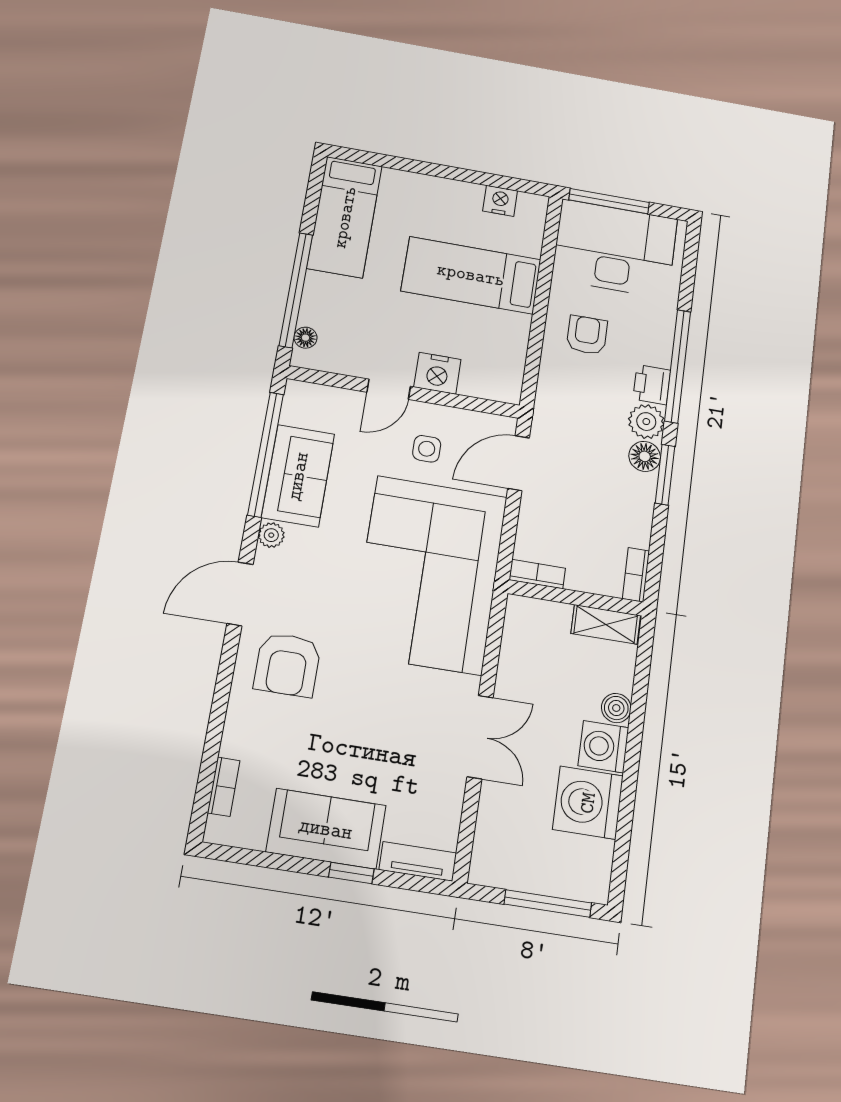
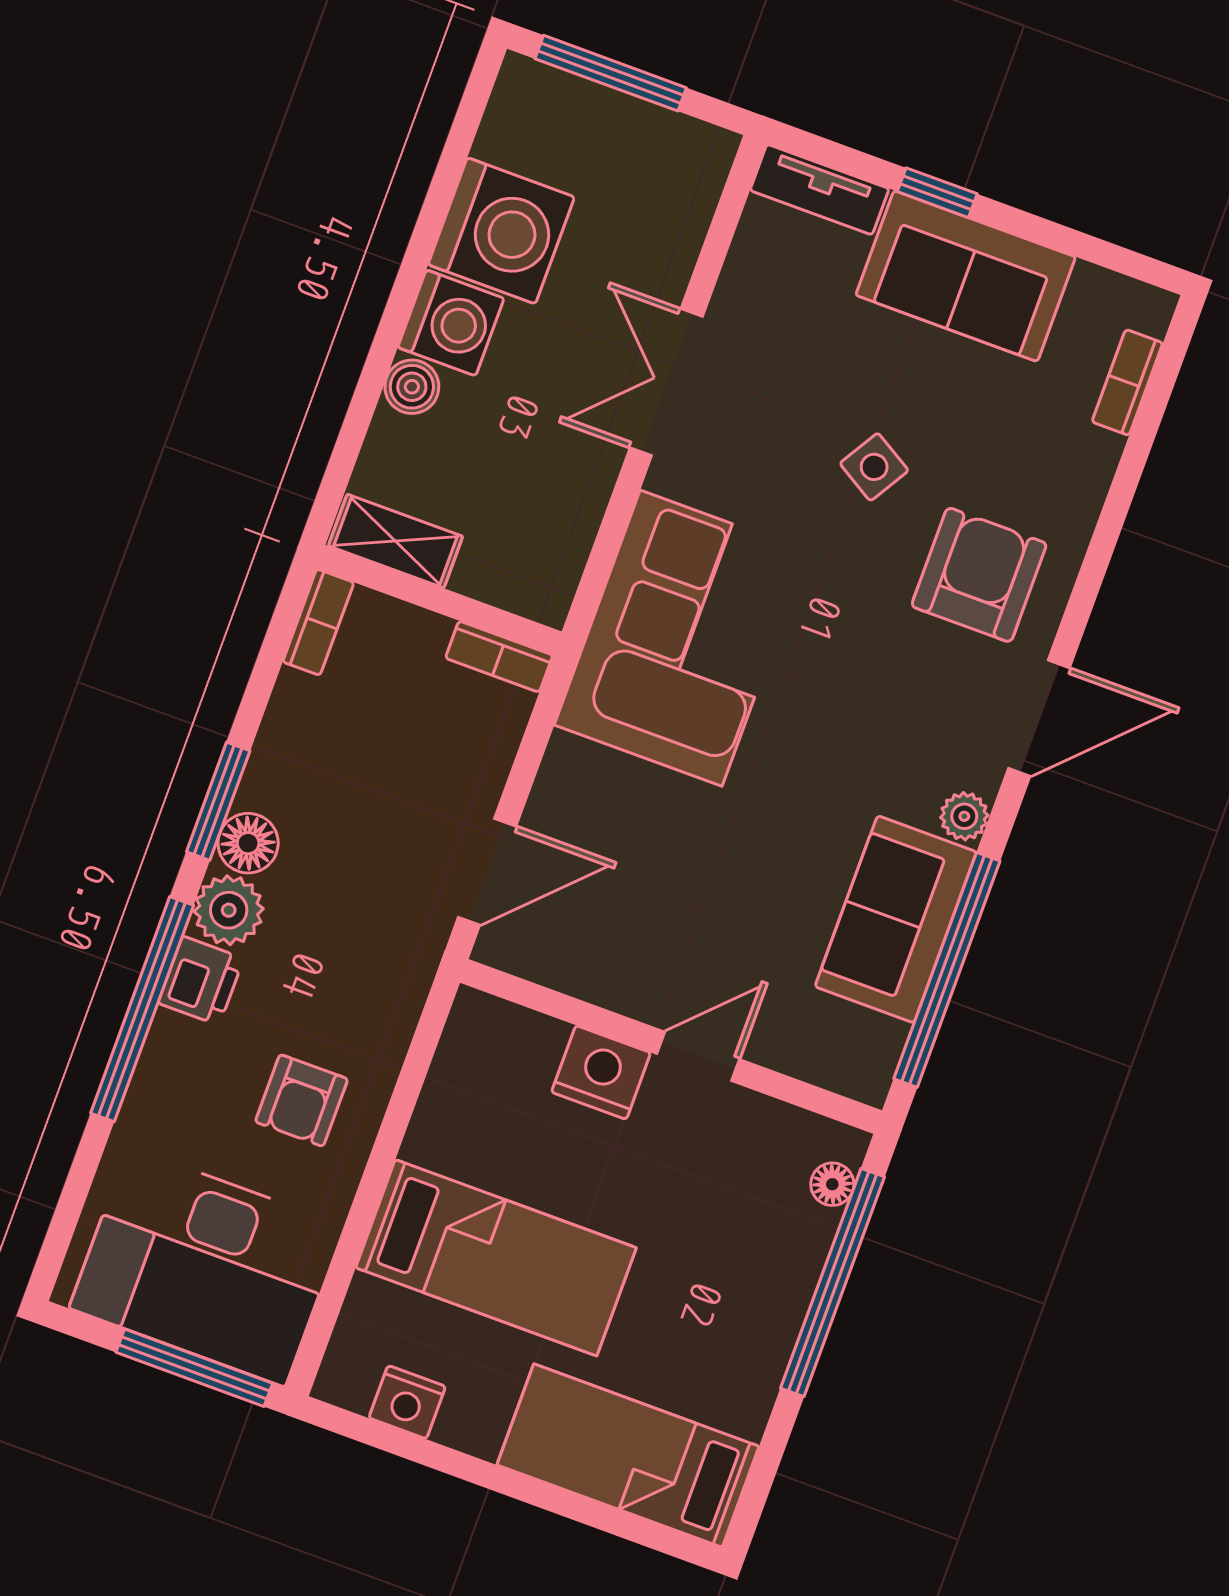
bed: (345, 217) -> (628, 1456), moved, turned -90
side table: (427, 449) -> (874, 467), moved, turned 31
corner sofa: (429, 575) -> (681, 638), width x0.73, depth x0.74

